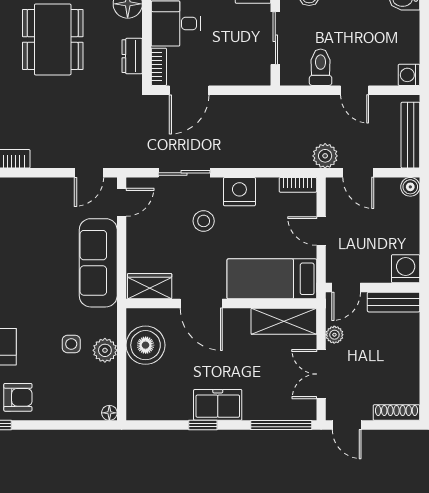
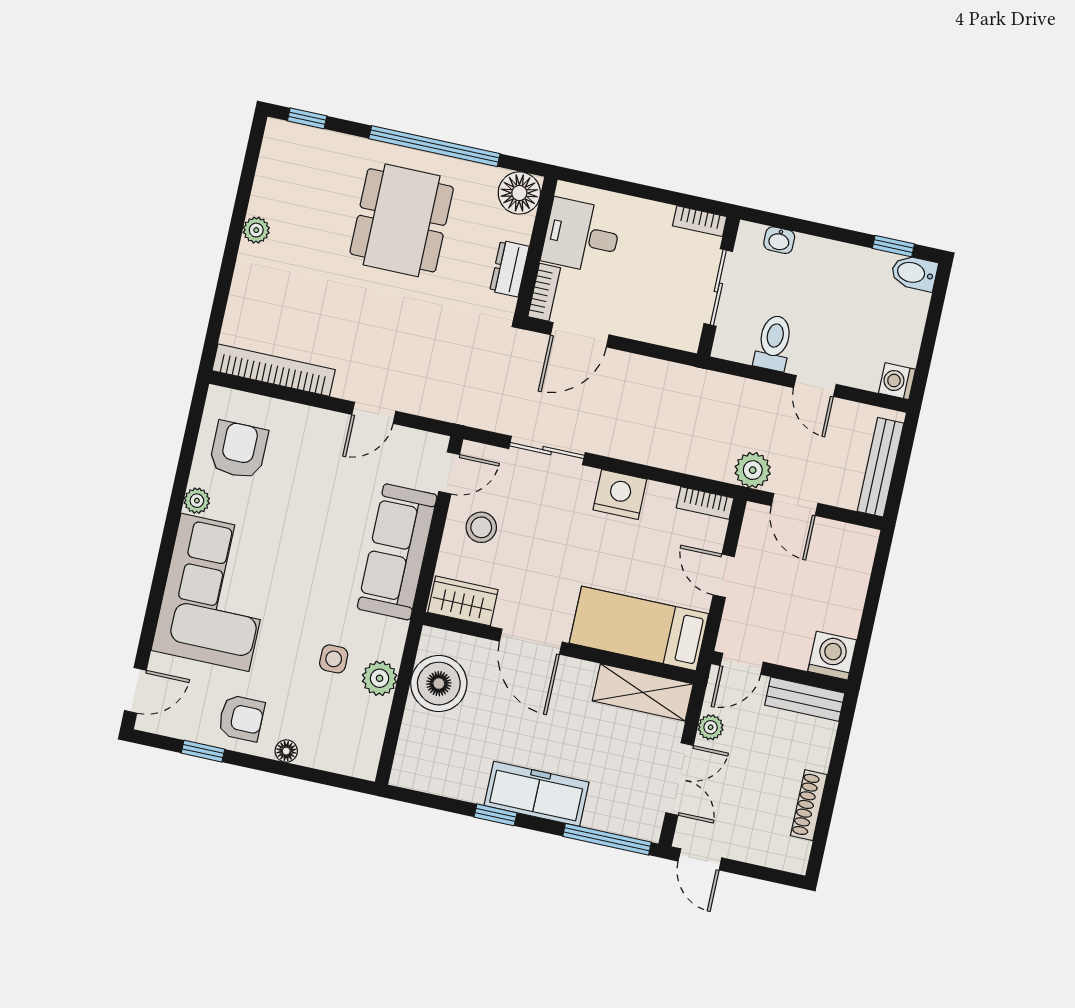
door: (89, 173) -> (374, 413), moved
boiler: (410, 187) -> (864, 541), removed
stool: (204, 221) -> (481, 527), moved
double door: (321, 374) -> (679, 779), swing flipped
freezer: (218, 405) -> (537, 794), width x1.40
floor lamp: (109, 413) -> (286, 751), moved
shoe rack: (397, 413) -> (809, 805), moved, turned -90

